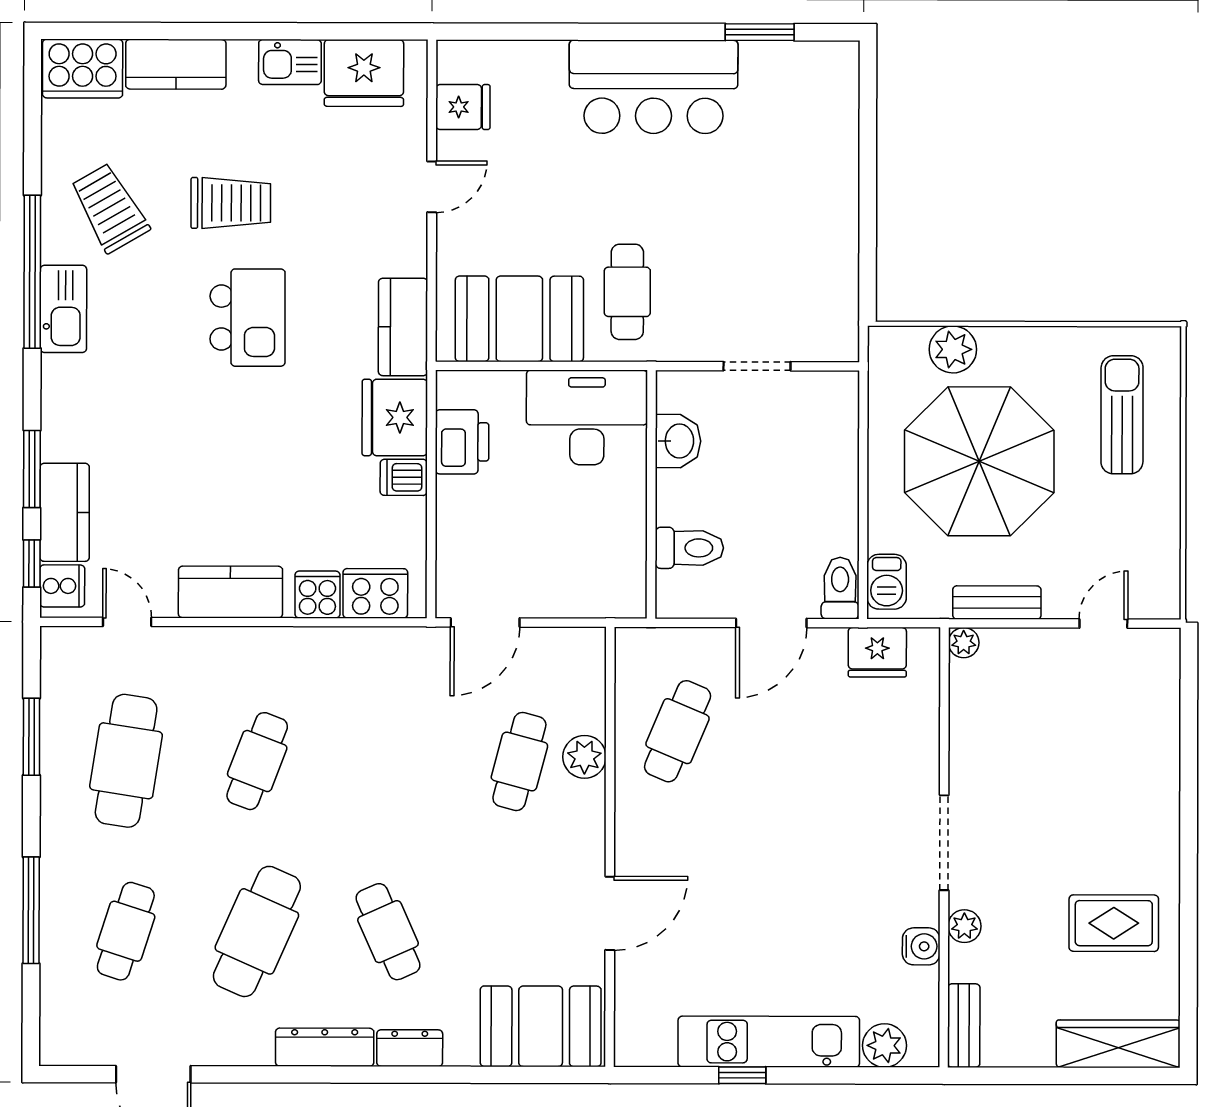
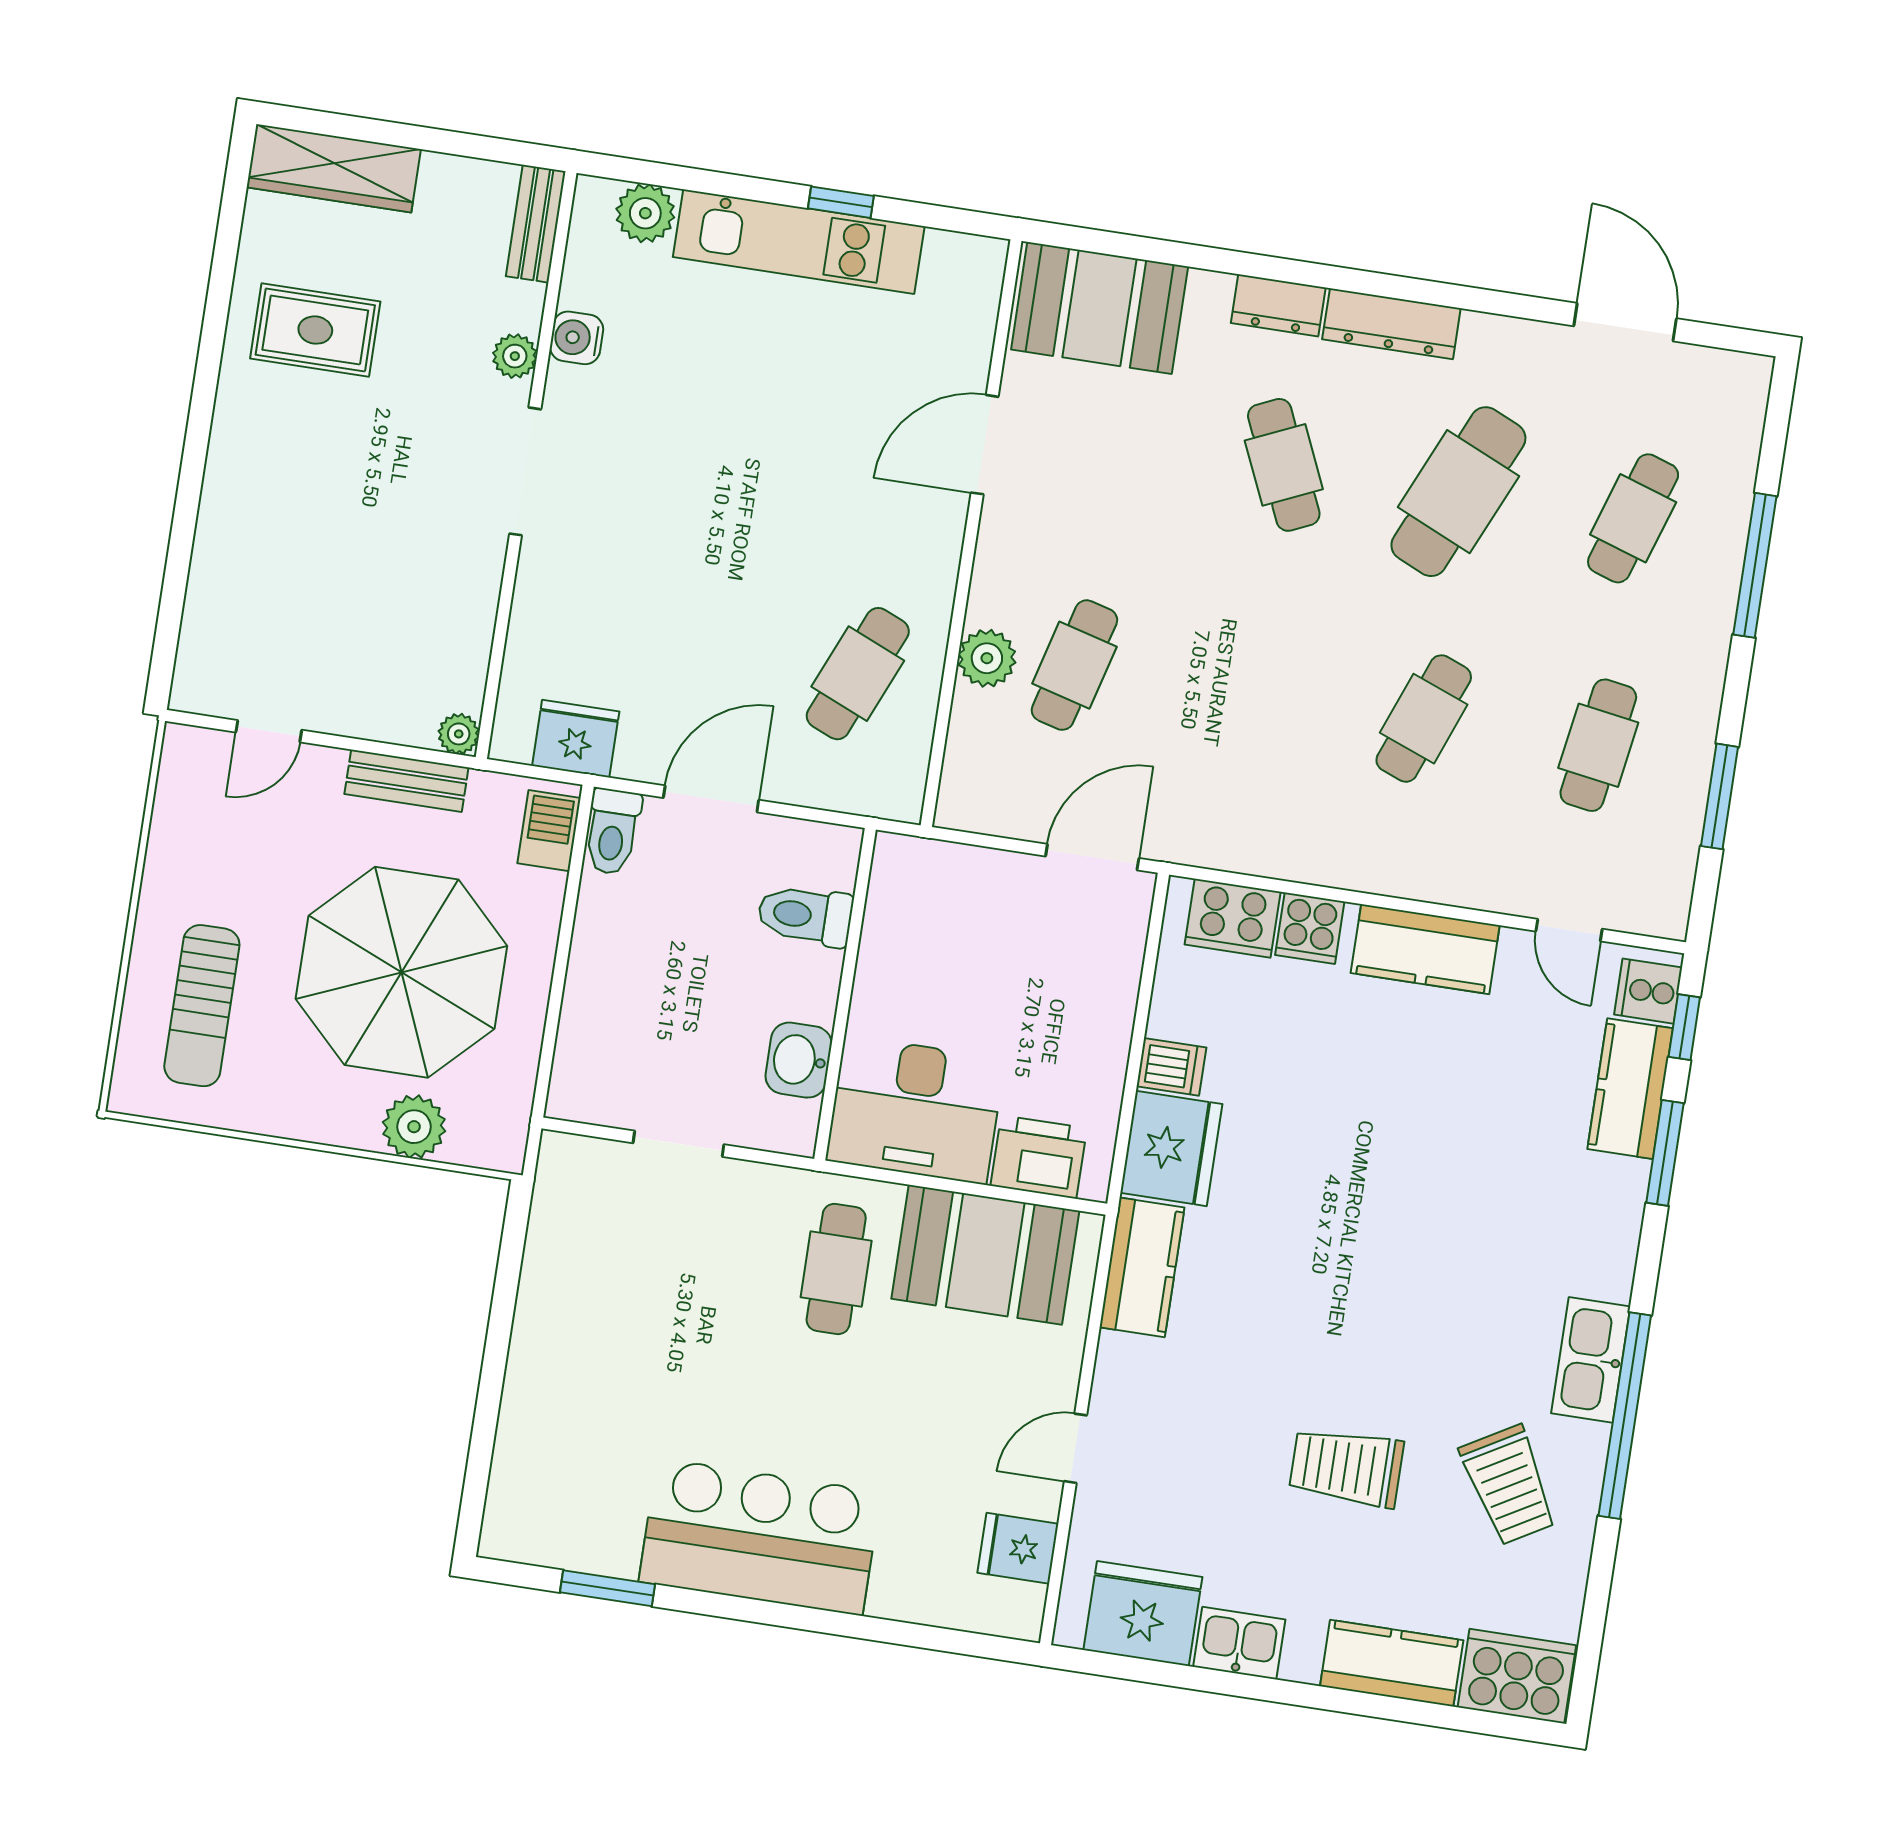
kitchen island: (248, 318) -> (1347, 1311), removed
printer: (462, 442) -> (1039, 1157), moved, turned 90
cafe table: (126, 761) -> (1598, 745), width x0.73, depth x0.74

